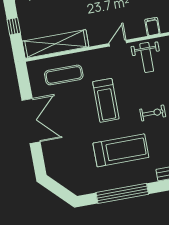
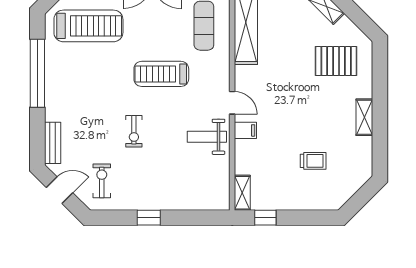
filing cabinet: (152, 27) -> (245, 130), moved
treadmill: (121, 150) -> (88, 26), moved, turned -90

